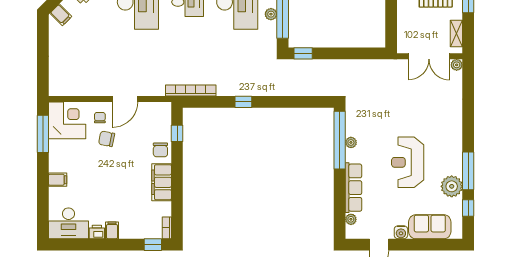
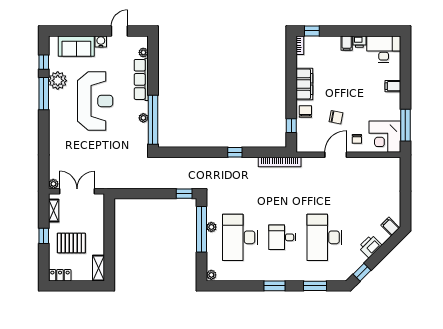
chair: (107, 139) -> (336, 117), moved
reception desk: (408, 162) -> (95, 101), width x1.36, depth x1.30

